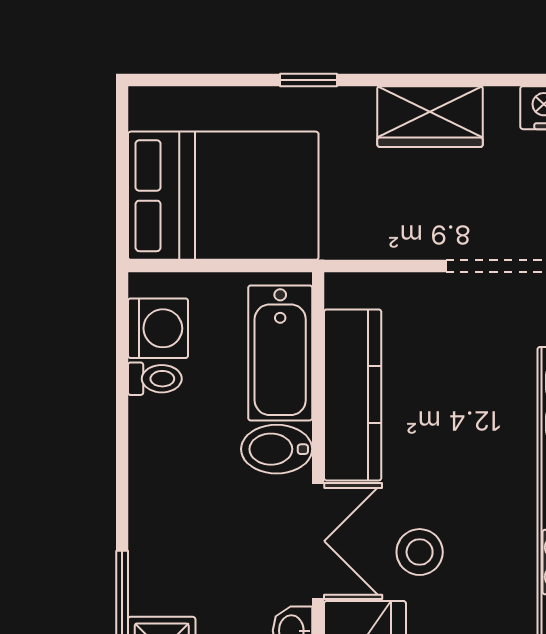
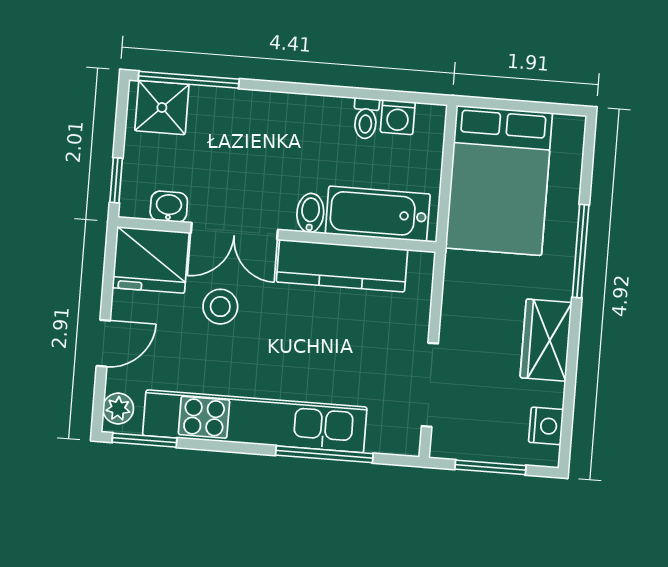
window: (308, 80) -> (581, 251), width x2.17
washing machine: (158, 328) -> (398, 117), width x0.73, depth x0.73
bidet: (277, 449) -> (310, 213), width x0.72, depth x0.74

